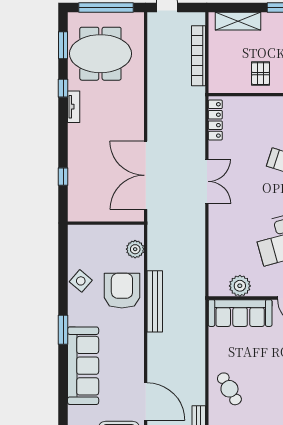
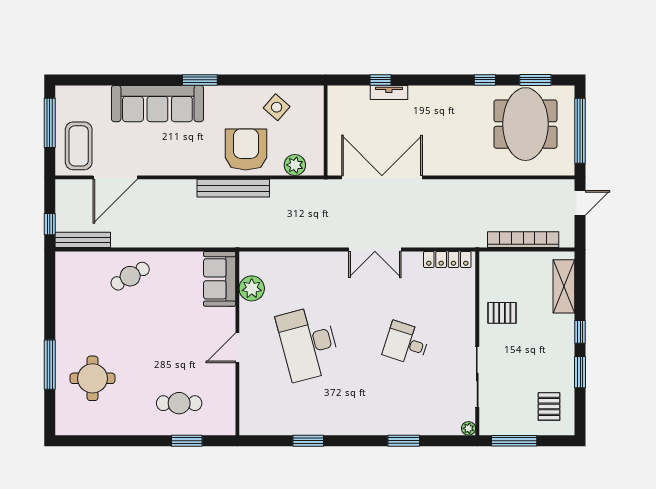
tv unit: (74, 107) -> (389, 92), moved
side table: (81, 281) -> (277, 107), moved
armchair: (122, 291) -> (246, 149), turned -90
sofa: (240, 313) -> (220, 279), width x0.73

